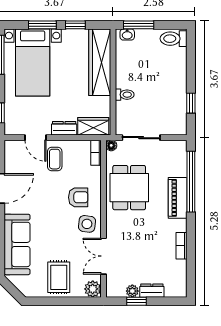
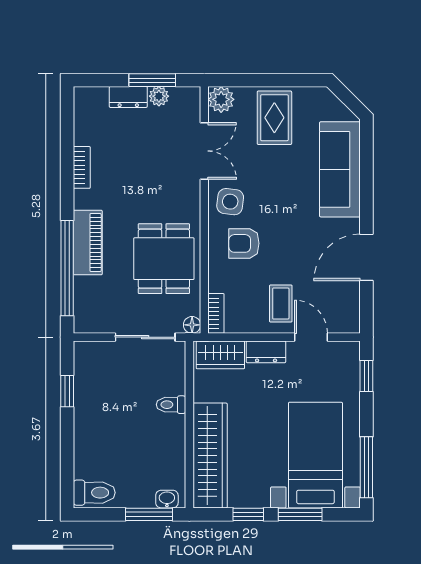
window: (137, 301) -> (152, 80), width x1.50

